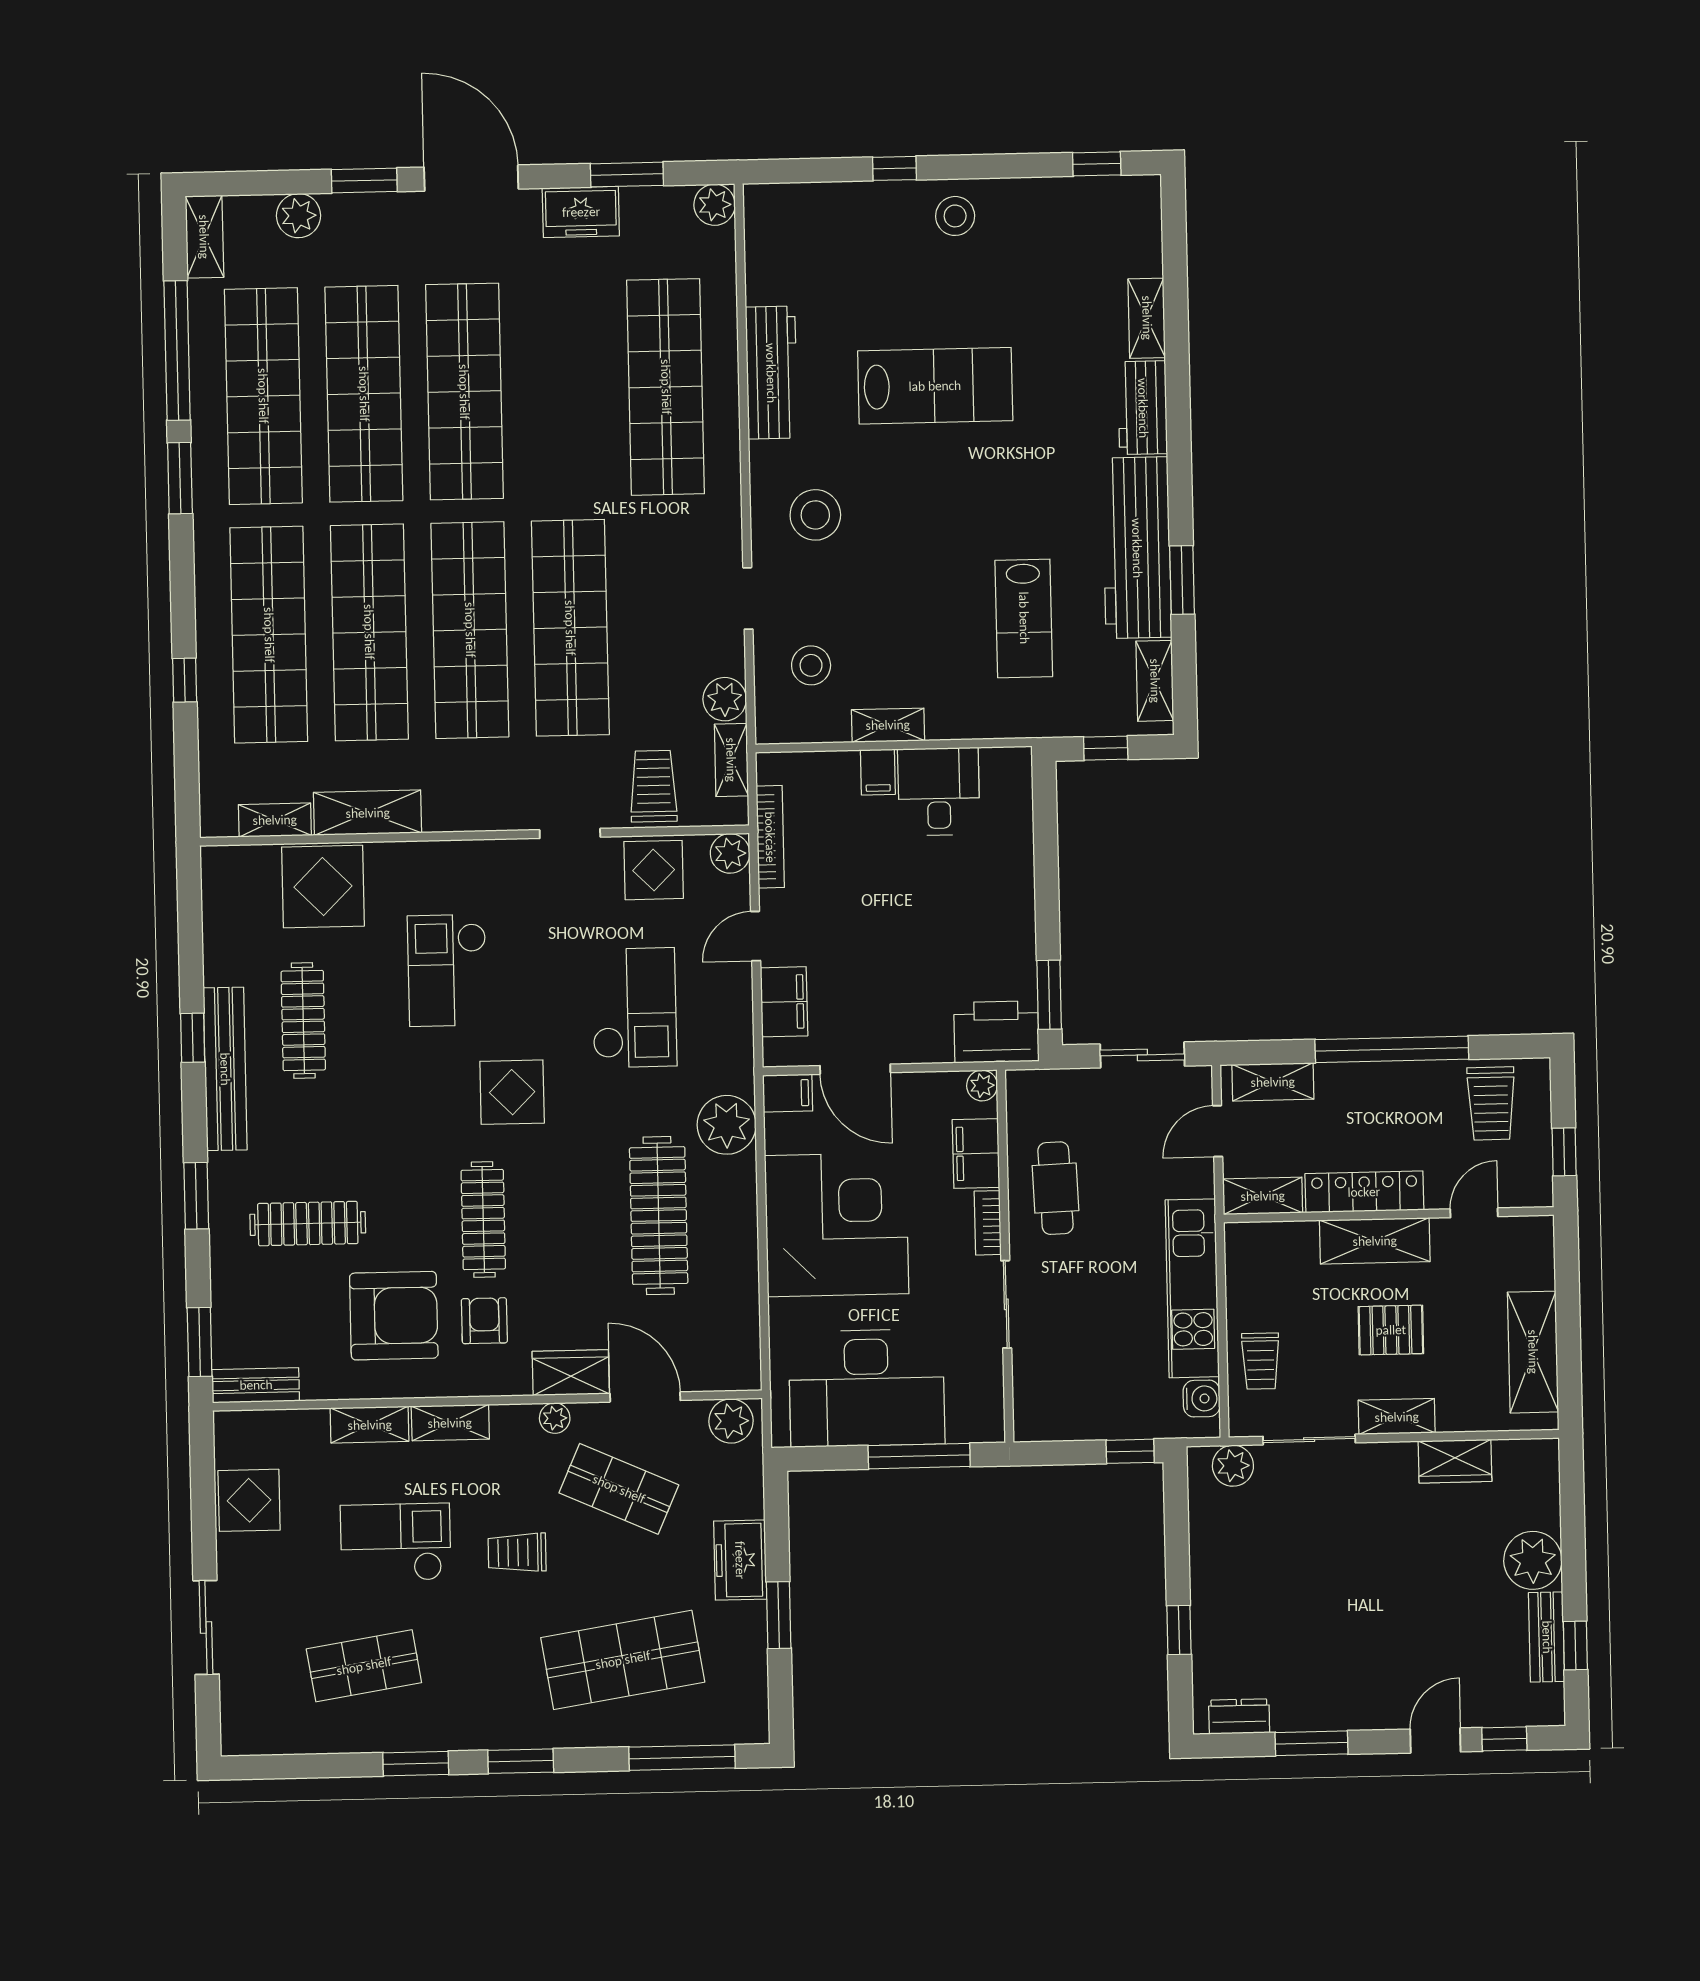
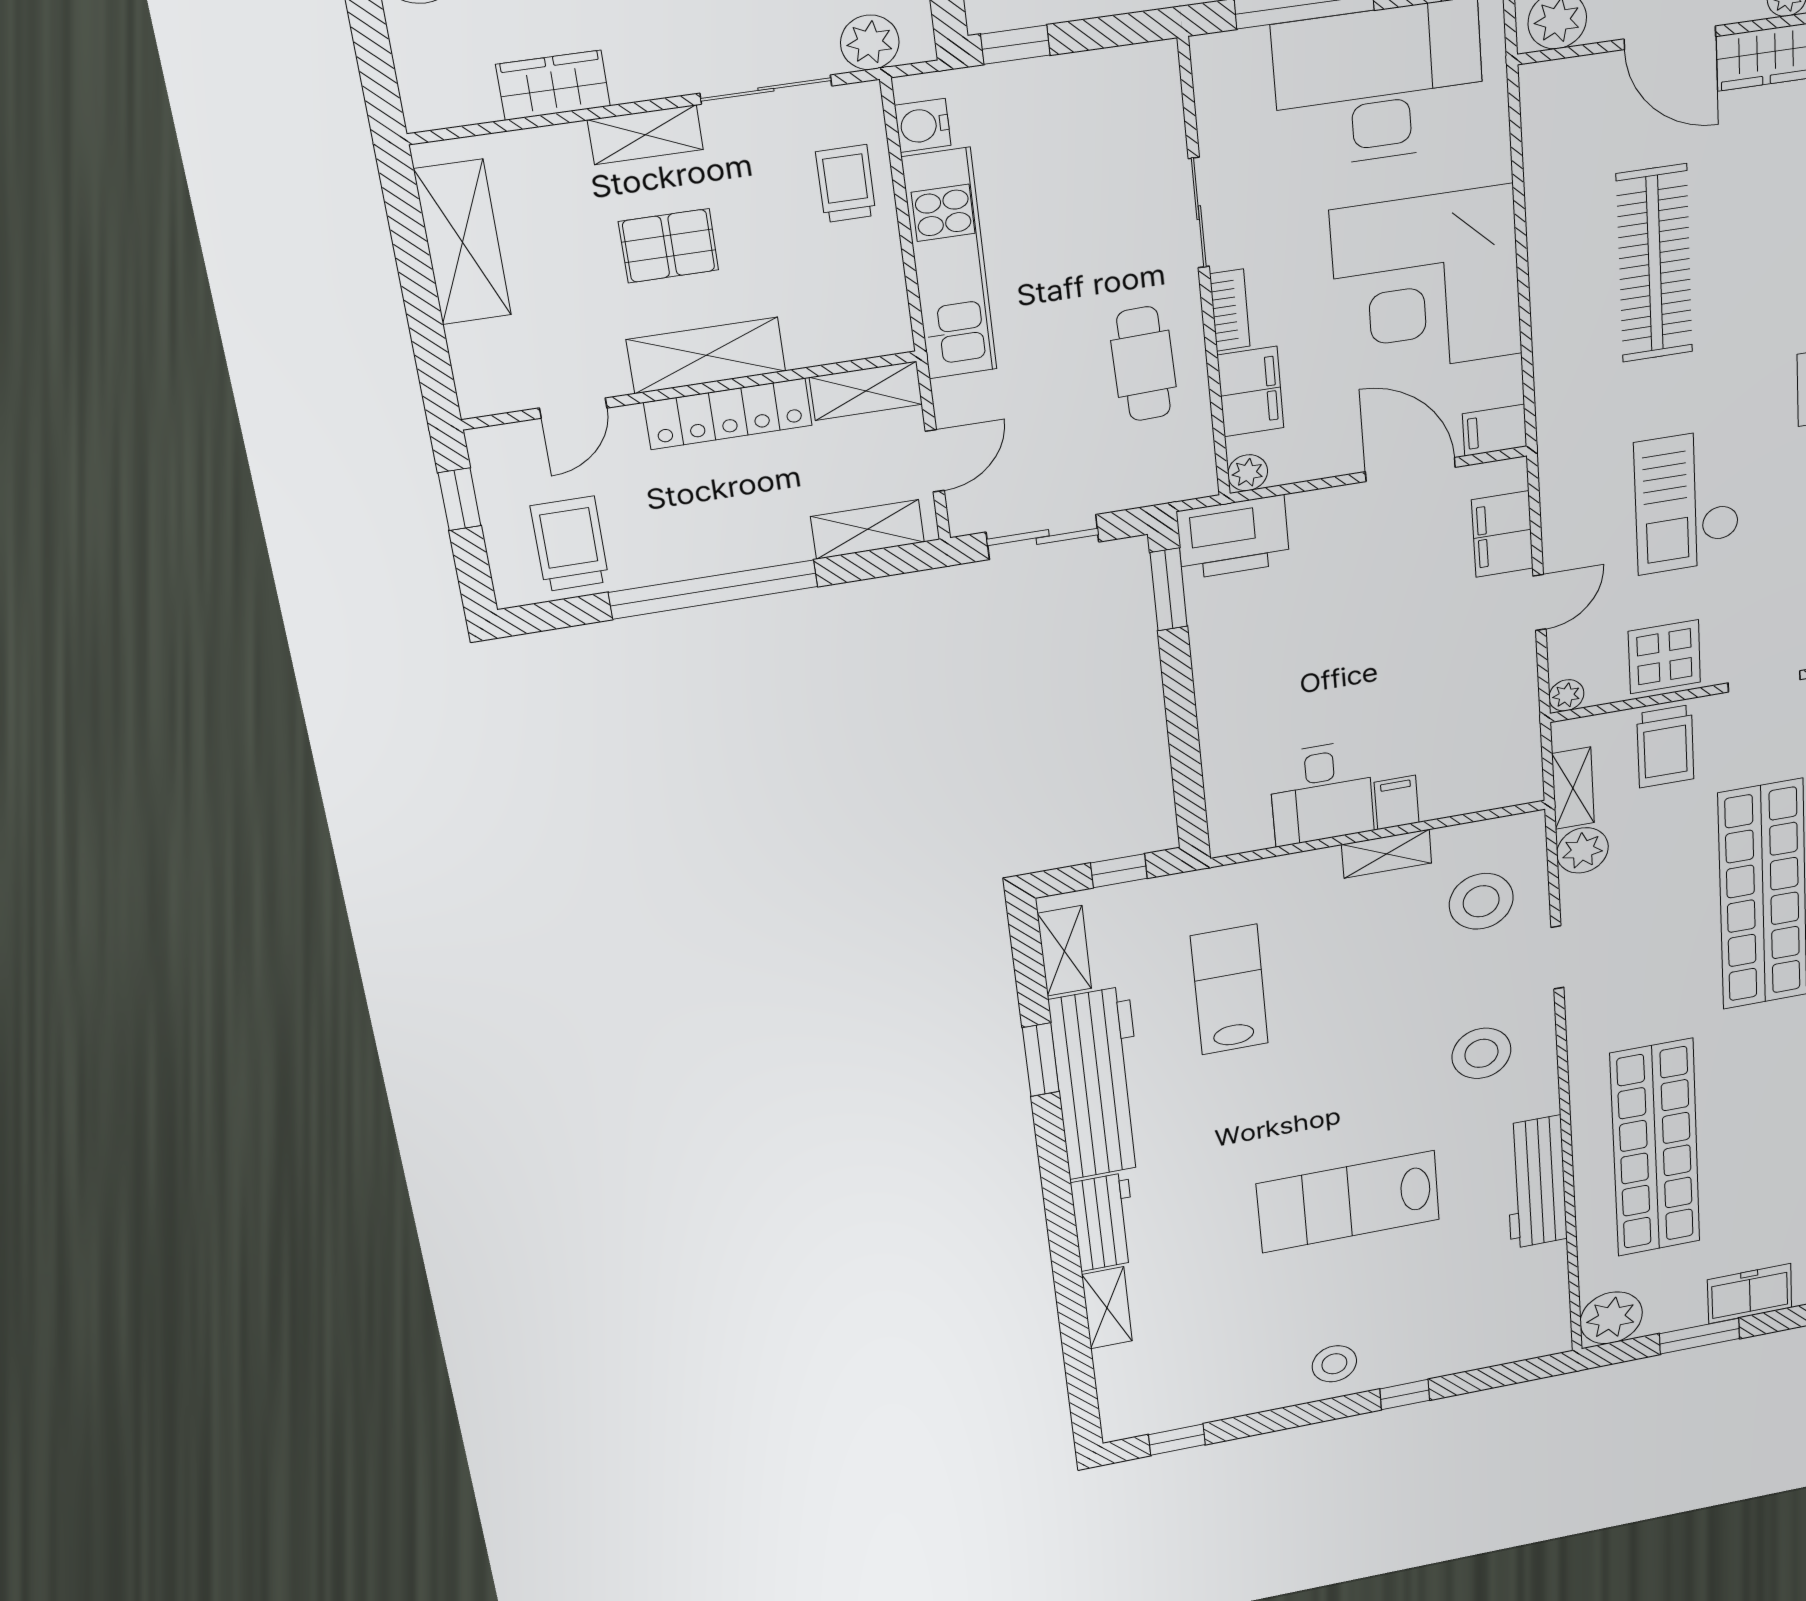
plant: (715, 205) -> (1611, 1318), width x1.36, depth x1.36
stool: (811, 665) -> (1481, 901), width x1.38, depth x1.38
bookcase: (770, 837) -> (1524, 714), removed
plant: (730, 853) -> (1566, 695), width x0.73, depth x0.73
plant: (727, 1125) -> (1570, 383), removed

